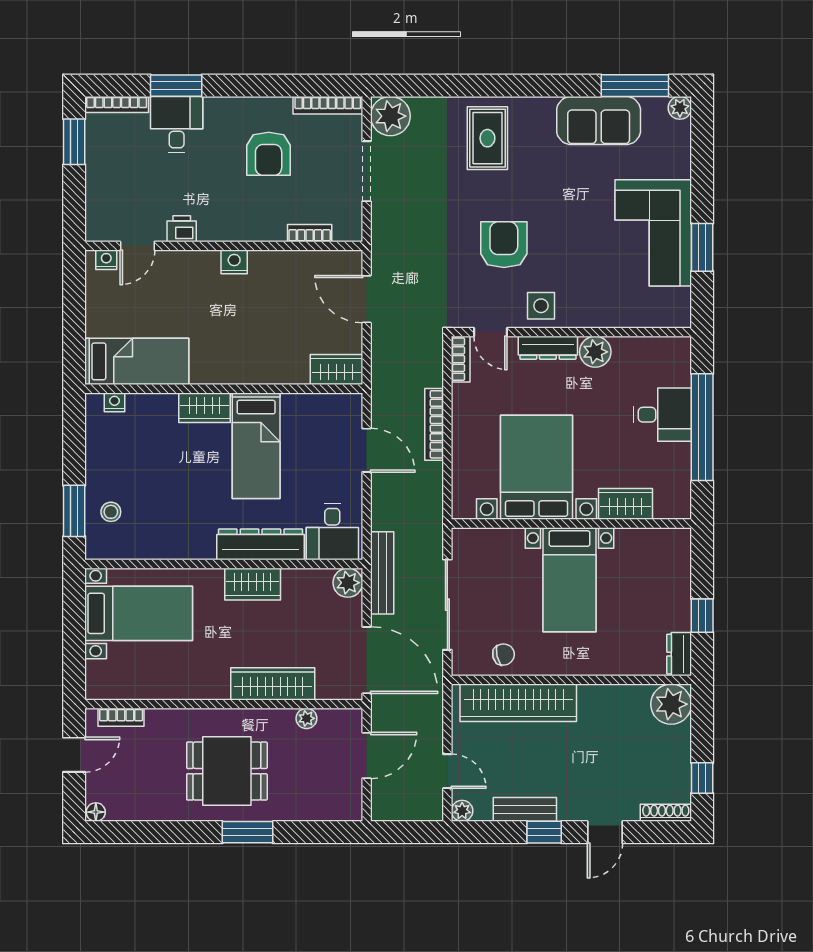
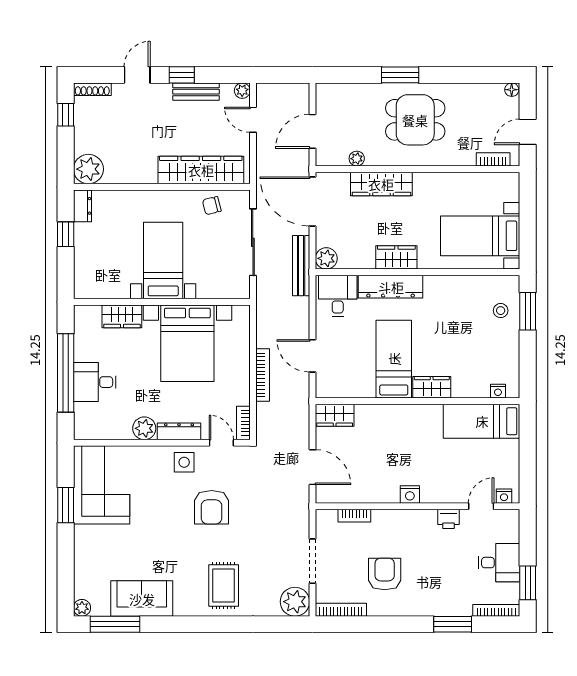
desk: (177, 124) -> (499, 563), moved, turned -90
corner sofa: (653, 233) -> (102, 485), moved

